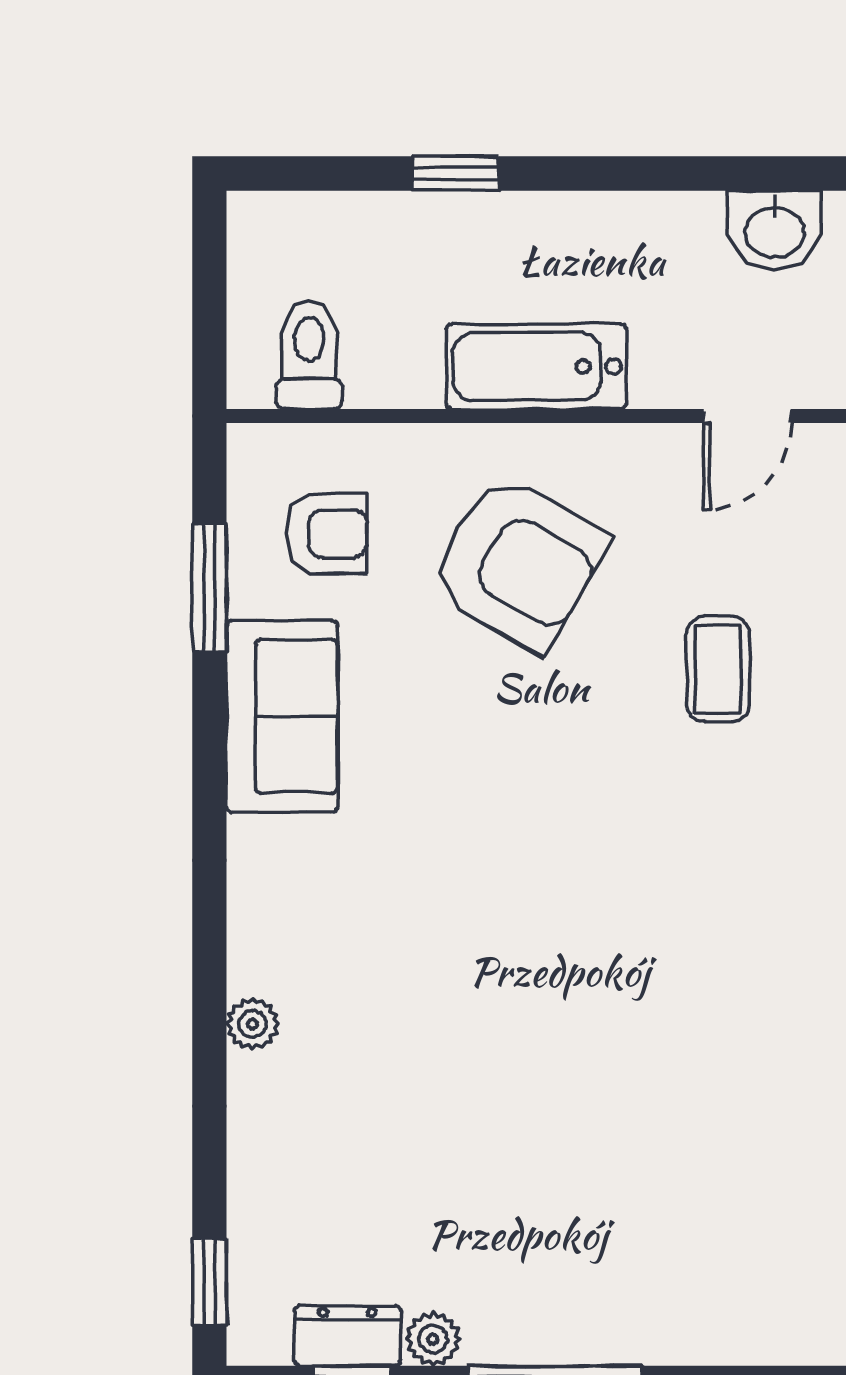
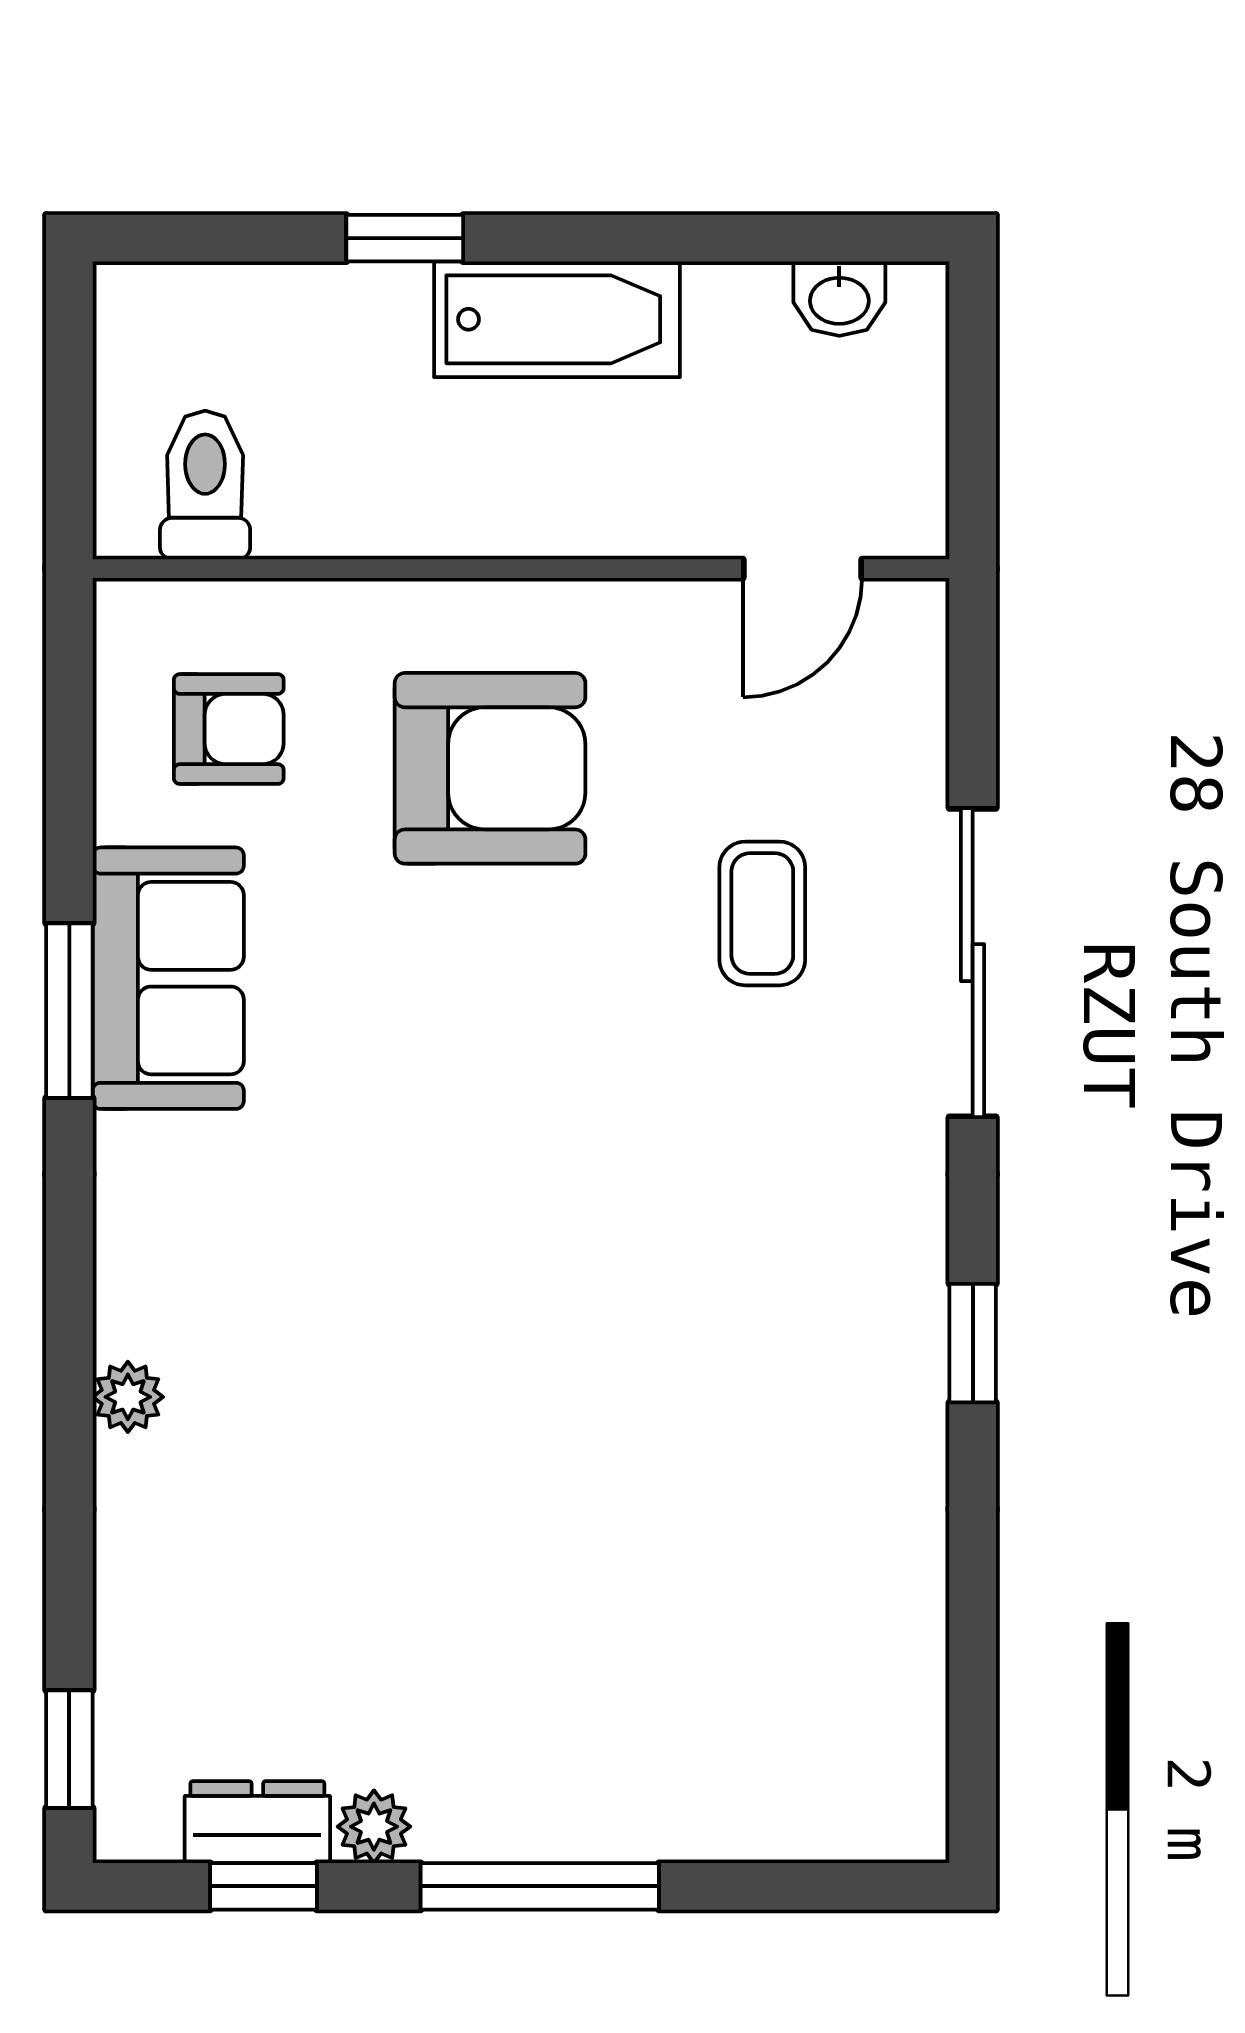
washbasin: (774, 230) -> (839, 299), width x0.72, depth x0.69
bathtub: (536, 367) -> (557, 319), moved, turned 180
armchair: (518, 563) -> (490, 768), turned -30
window: (209, 588) -> (69, 1011), moved

